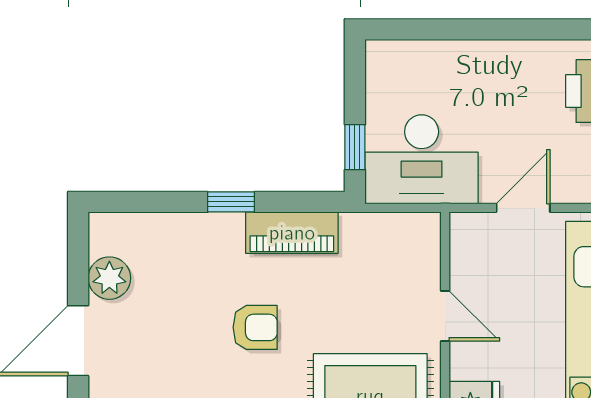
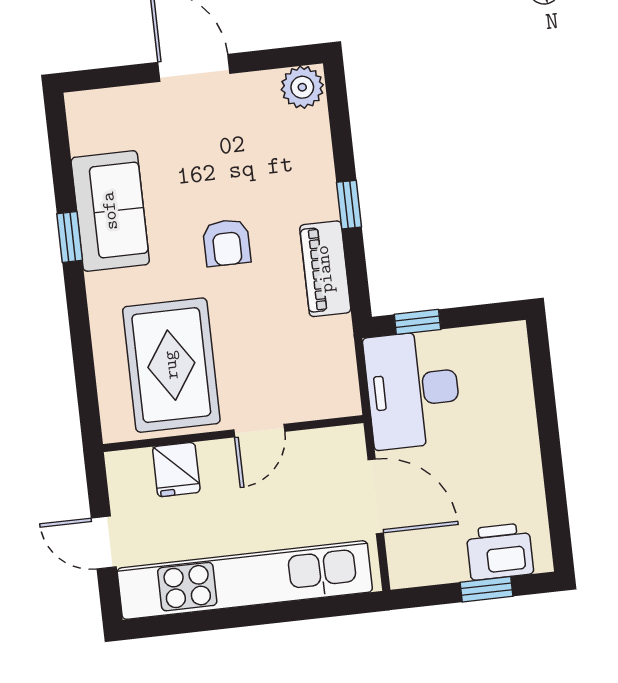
door: (523, 208) -> (376, 496), width x1.38
plant: (109, 278) -> (302, 87), moved

